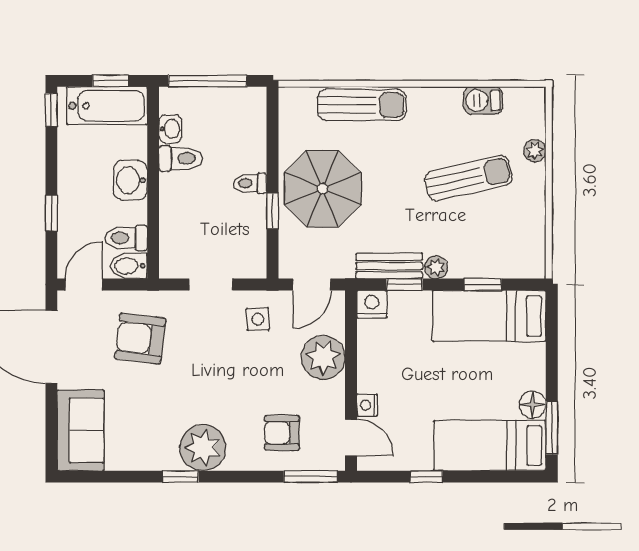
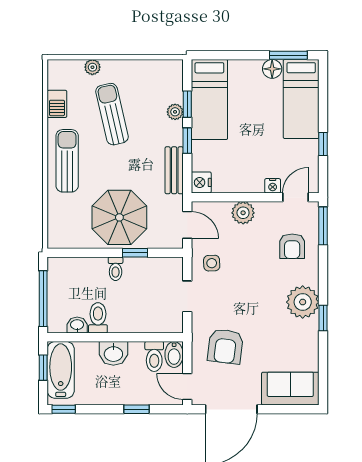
sun lounger: (362, 105) -> (67, 161), moved
plant: (436, 267) -> (175, 112), moved
window: (405, 285) -> (187, 141), moved
plant: (323, 358) -> (243, 213), width x0.73, depth x0.73

